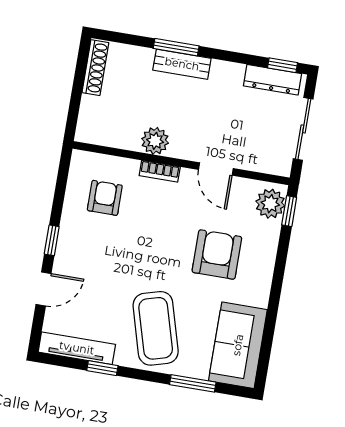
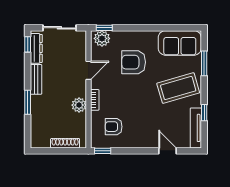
bench: (182, 64) -> (36, 79), moved
shoe rack: (95, 68) -> (65, 143), moved
window: (52, 240) -> (103, 151), moved

